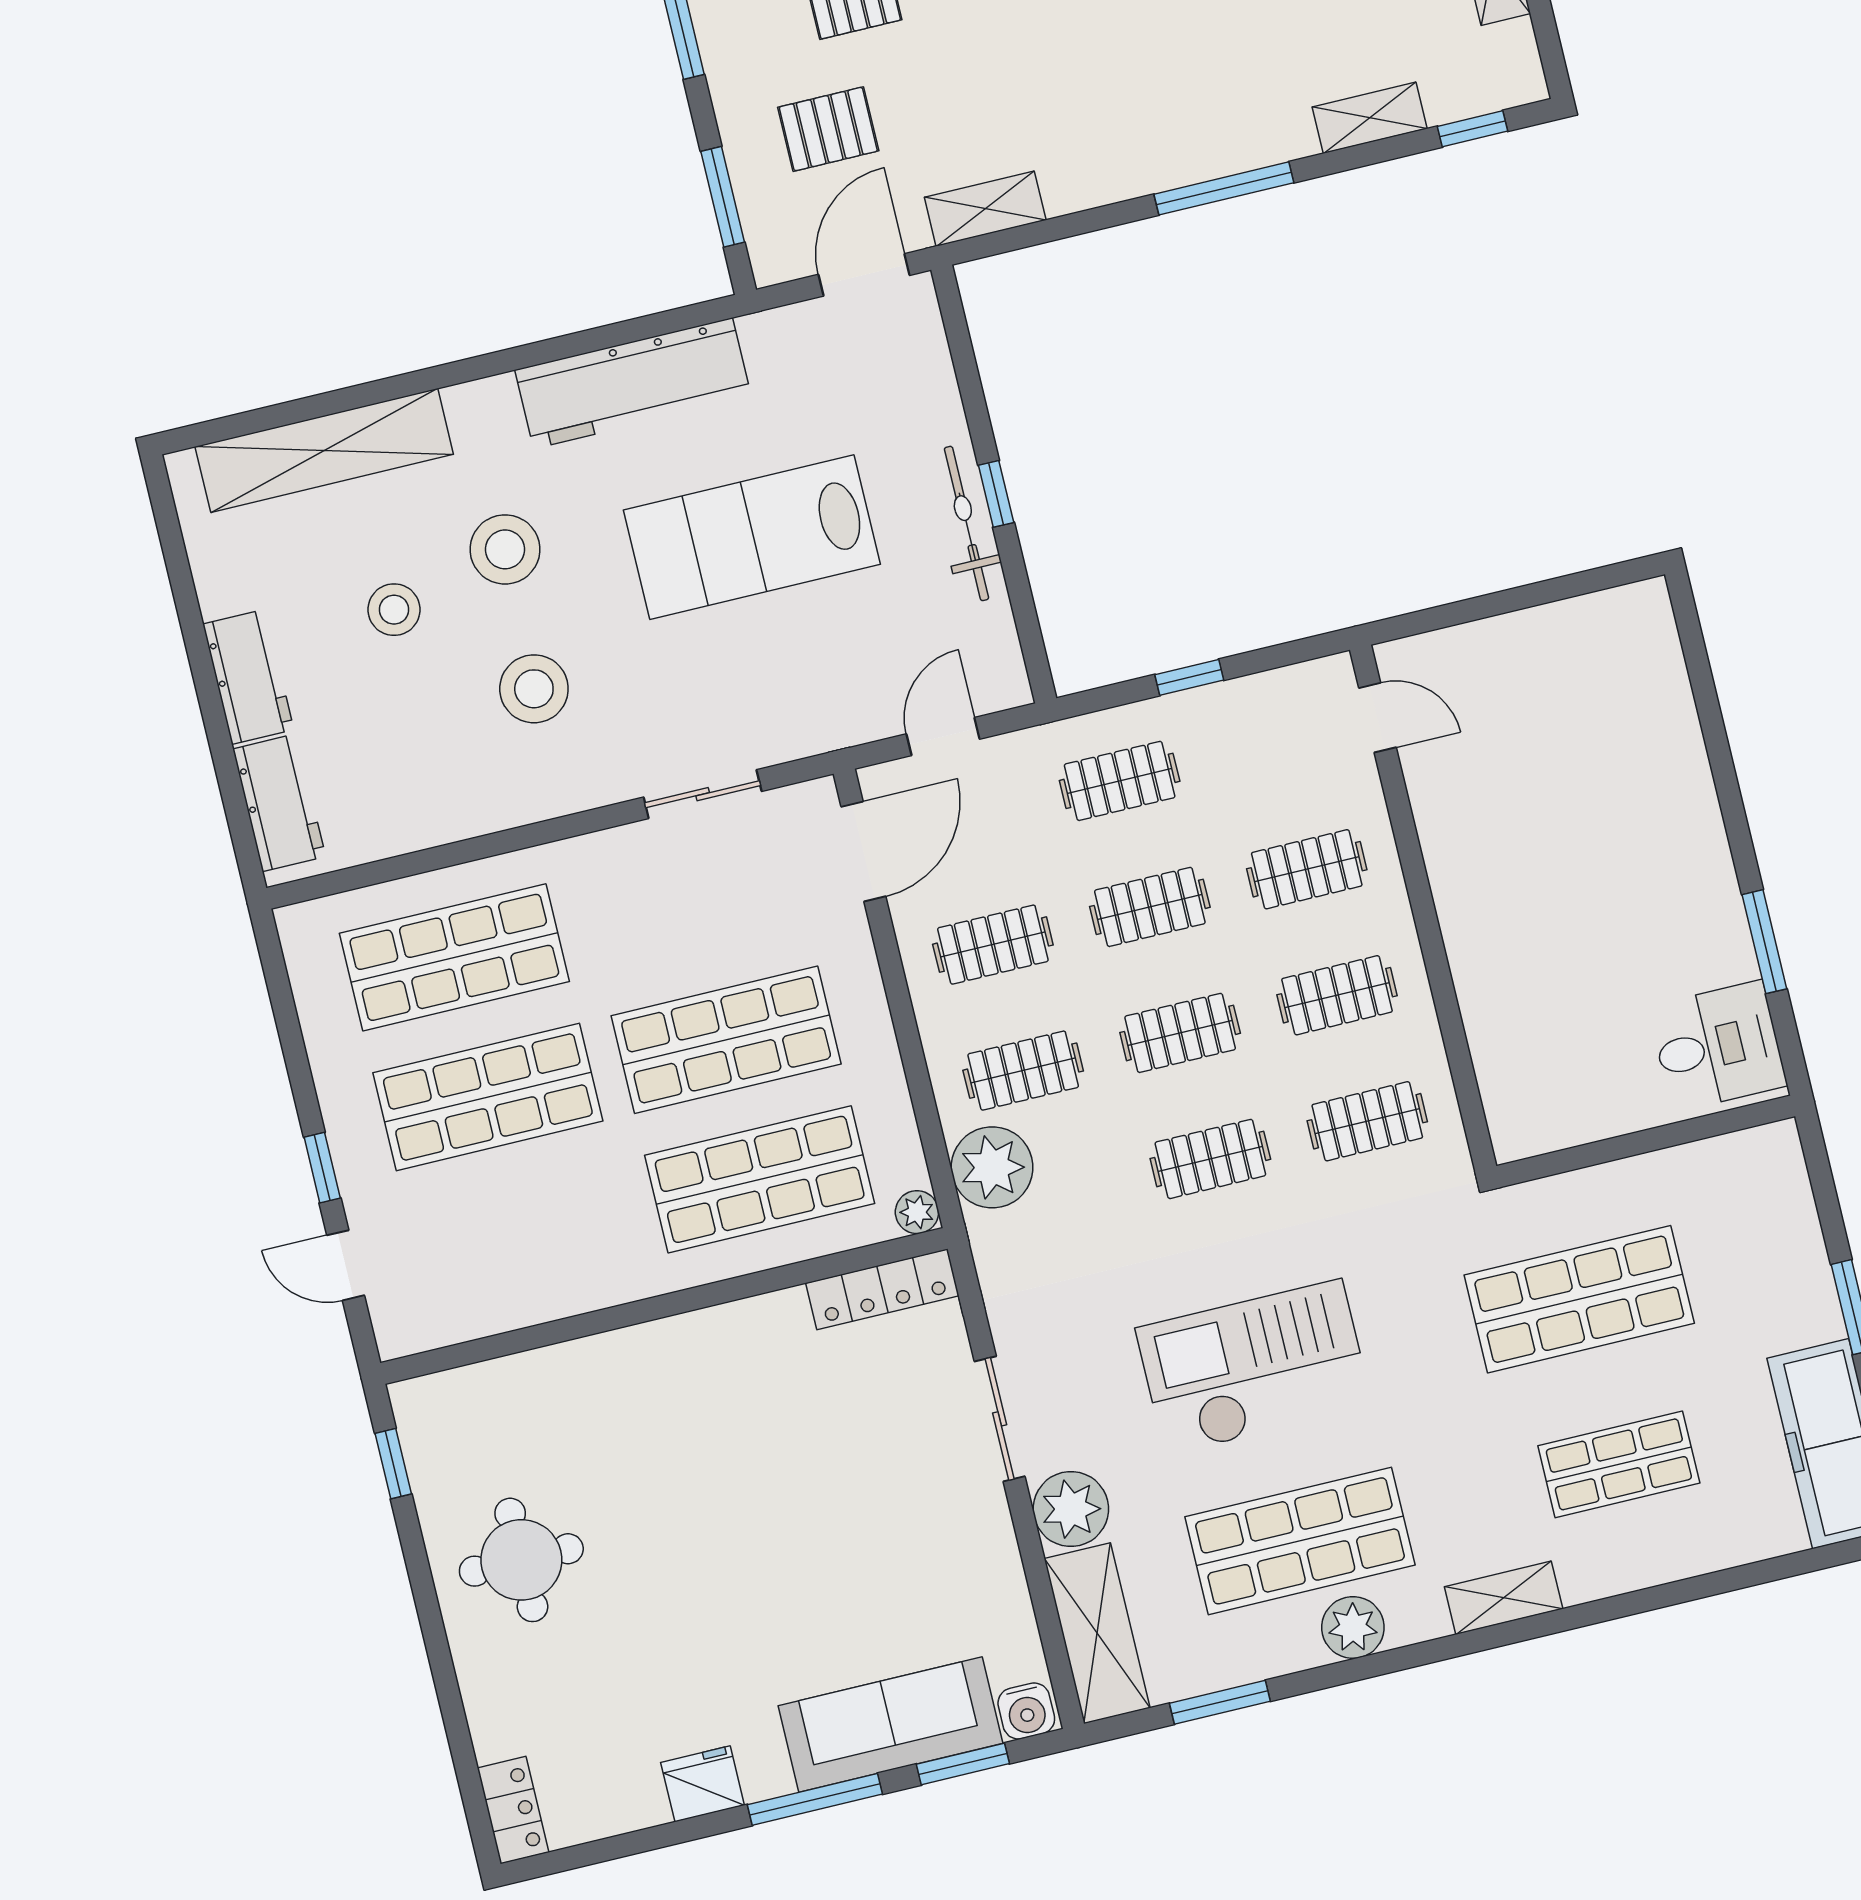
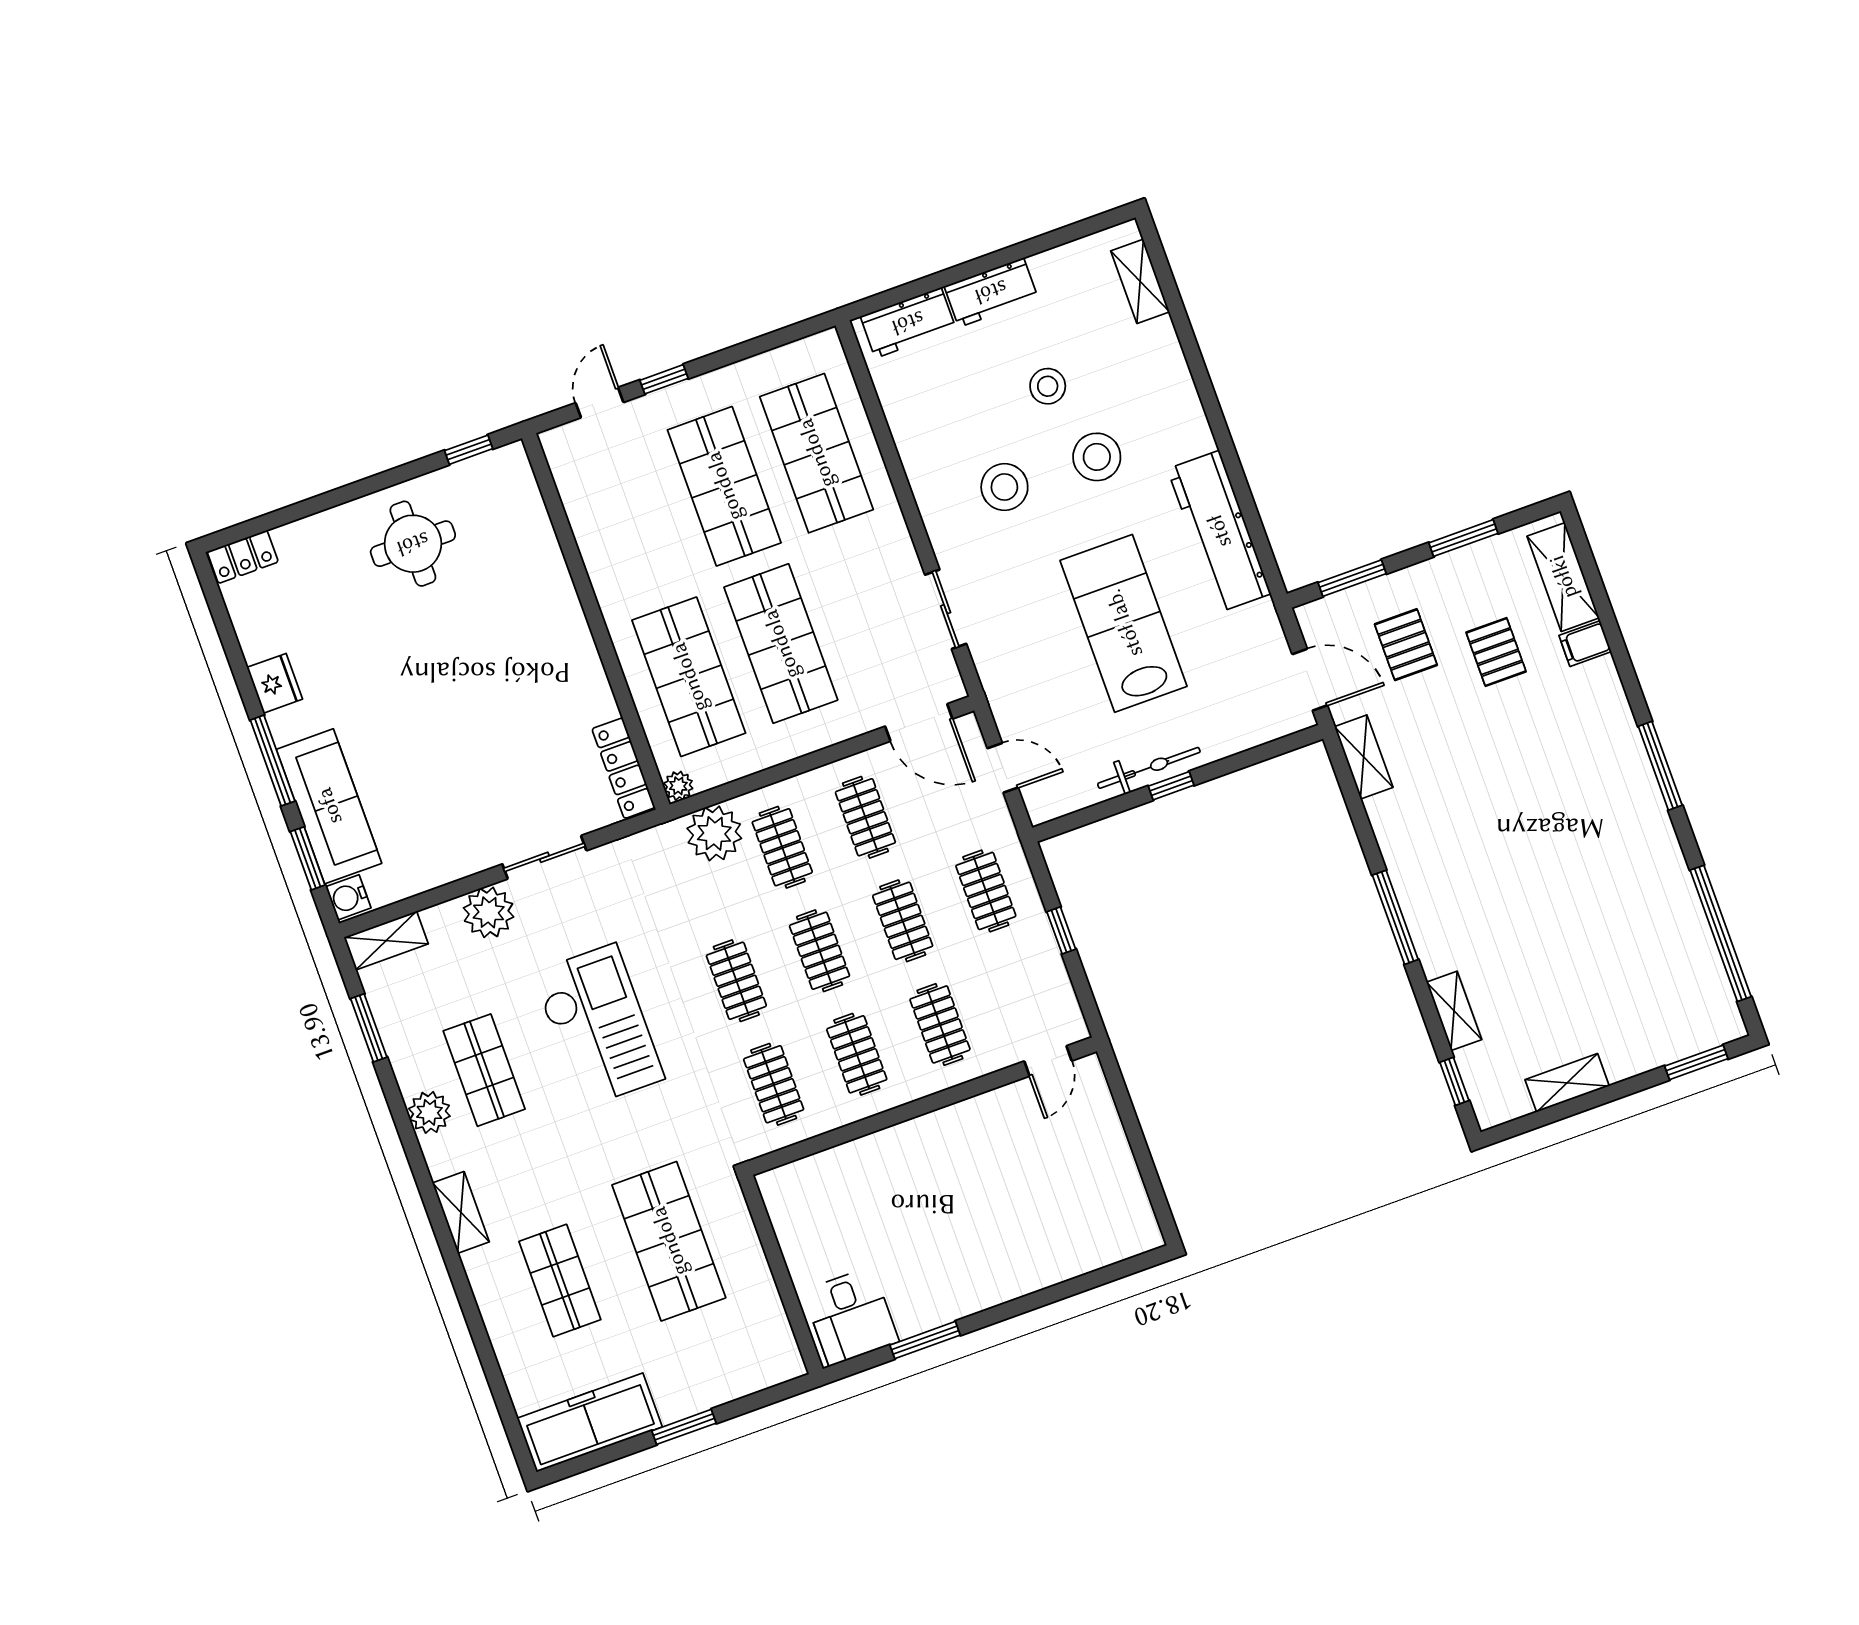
shelving: (324, 450) -> (1140, 281), width x0.45, depth x0.75
shop shelf: (1300, 1541) -> (484, 1070), width x0.70, depth x0.74
shelving: (1097, 1633) -> (386, 941), width x0.67, depth x0.75

